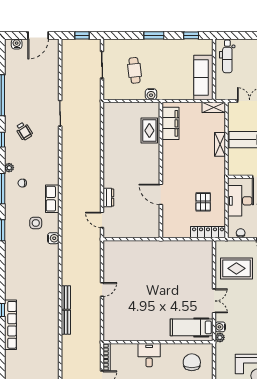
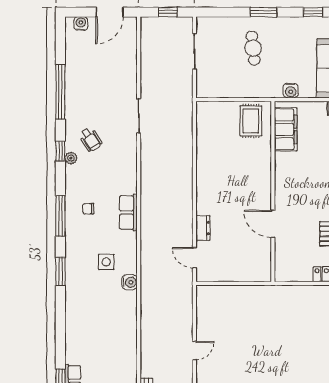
cafe table: (135, 70) -> (253, 48), moved
water cooler: (151, 94) -> (291, 91), moved
rug: (149, 131) -> (251, 121), moved
plant: (9, 168) -> (71, 158), moved
row of seats: (52, 199) -> (128, 212), moved
bench: (66, 297) -> (146, 361), removed

